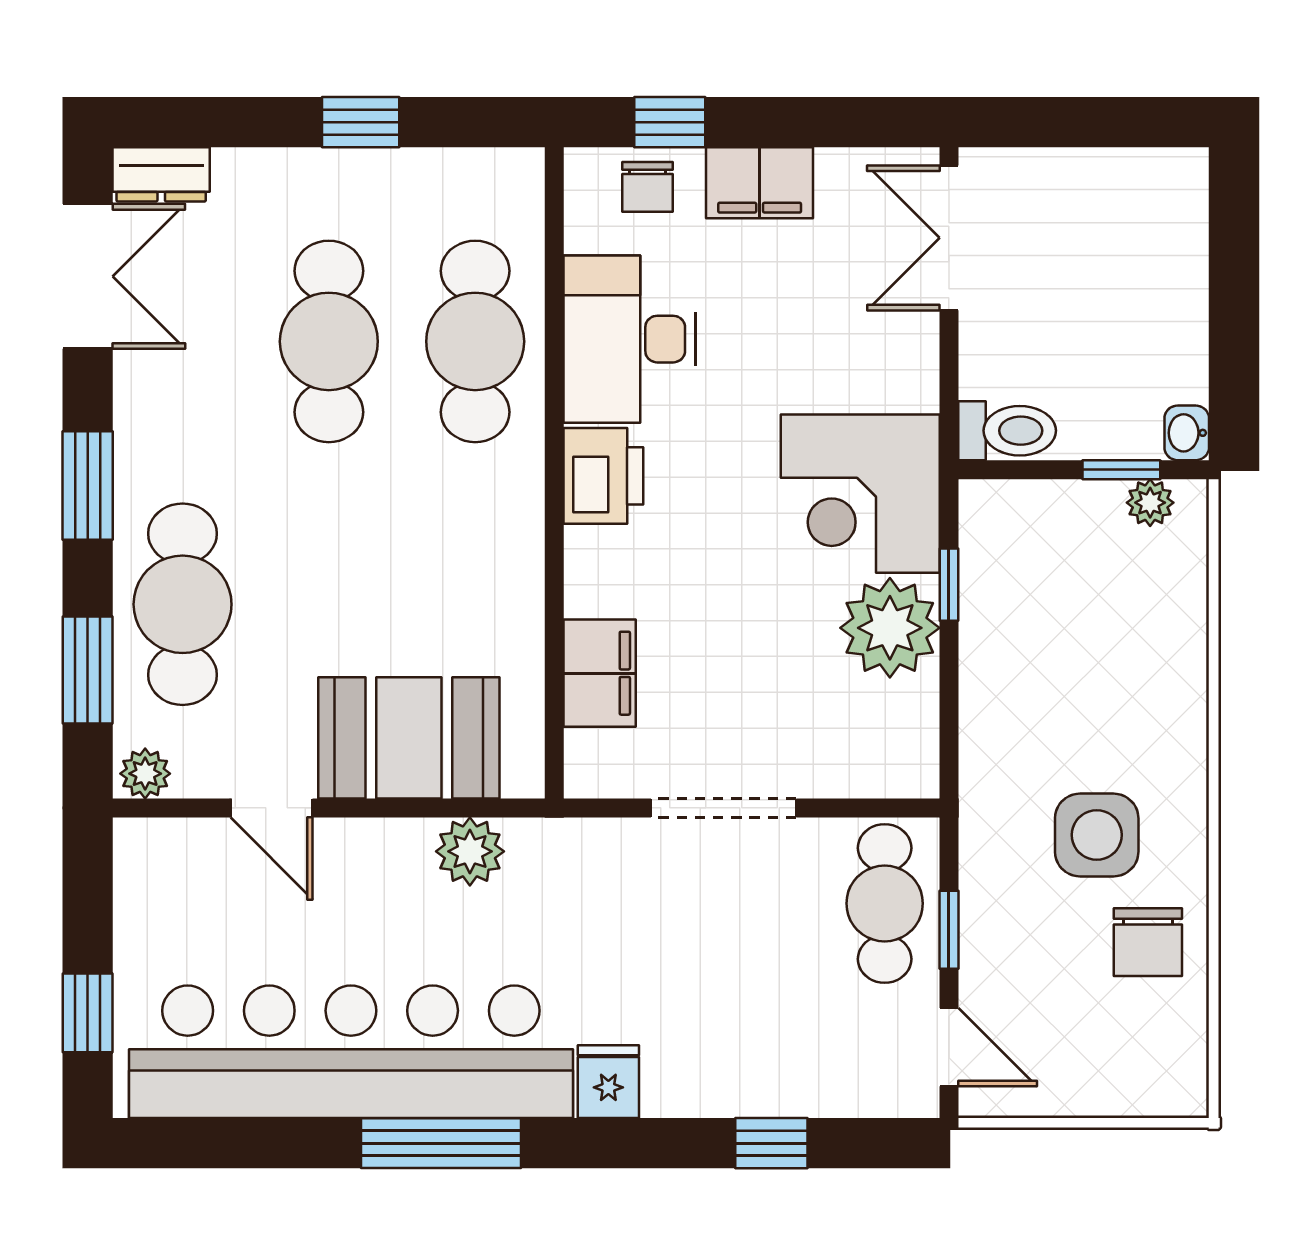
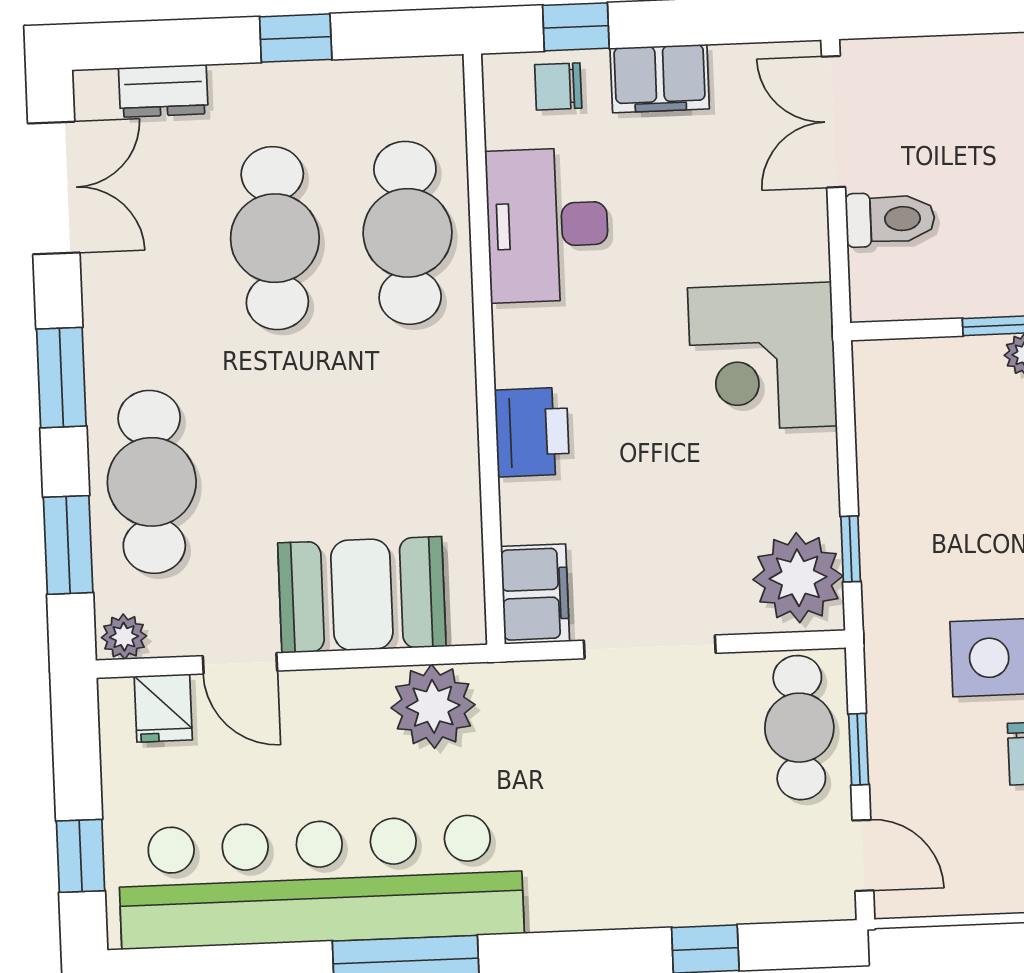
dresser: (161, 174) -> (163, 91), moved
chair: (648, 187) -> (558, 86), turned 90
toilet: (1007, 431) -> (890, 219), moved
printer: (603, 476) -> (532, 432), moved
window: (949, 585) -> (851, 549), moved
plant: (890, 628) -> (798, 578), moved
filing cabinet: (600, 673) -> (535, 594), moved
plant: (470, 851) -> (433, 706), width x1.36, depth x1.36
fridge: (608, 1082) -> (163, 708), moved, turned 180

